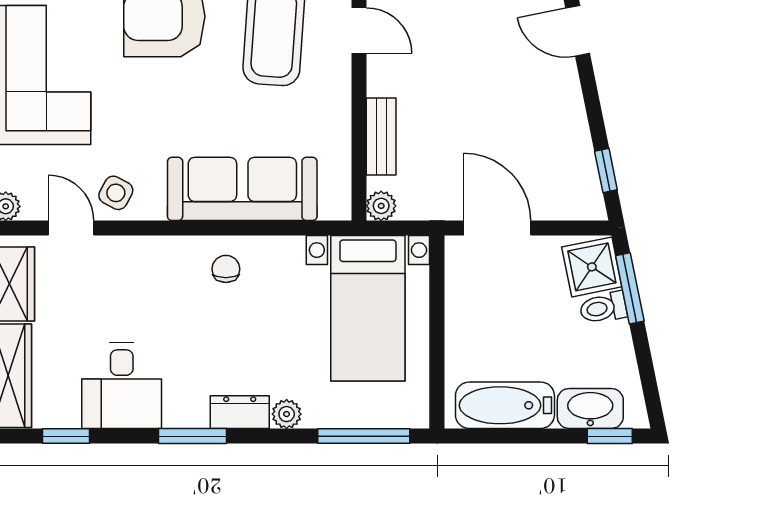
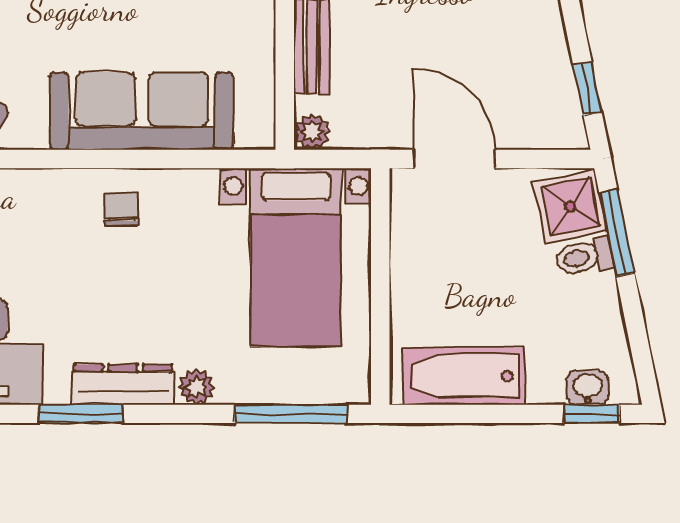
washbasin: (590, 408) -> (588, 388), width x0.52, depth x0.69
dresser: (240, 412) -> (123, 385), width x1.44

